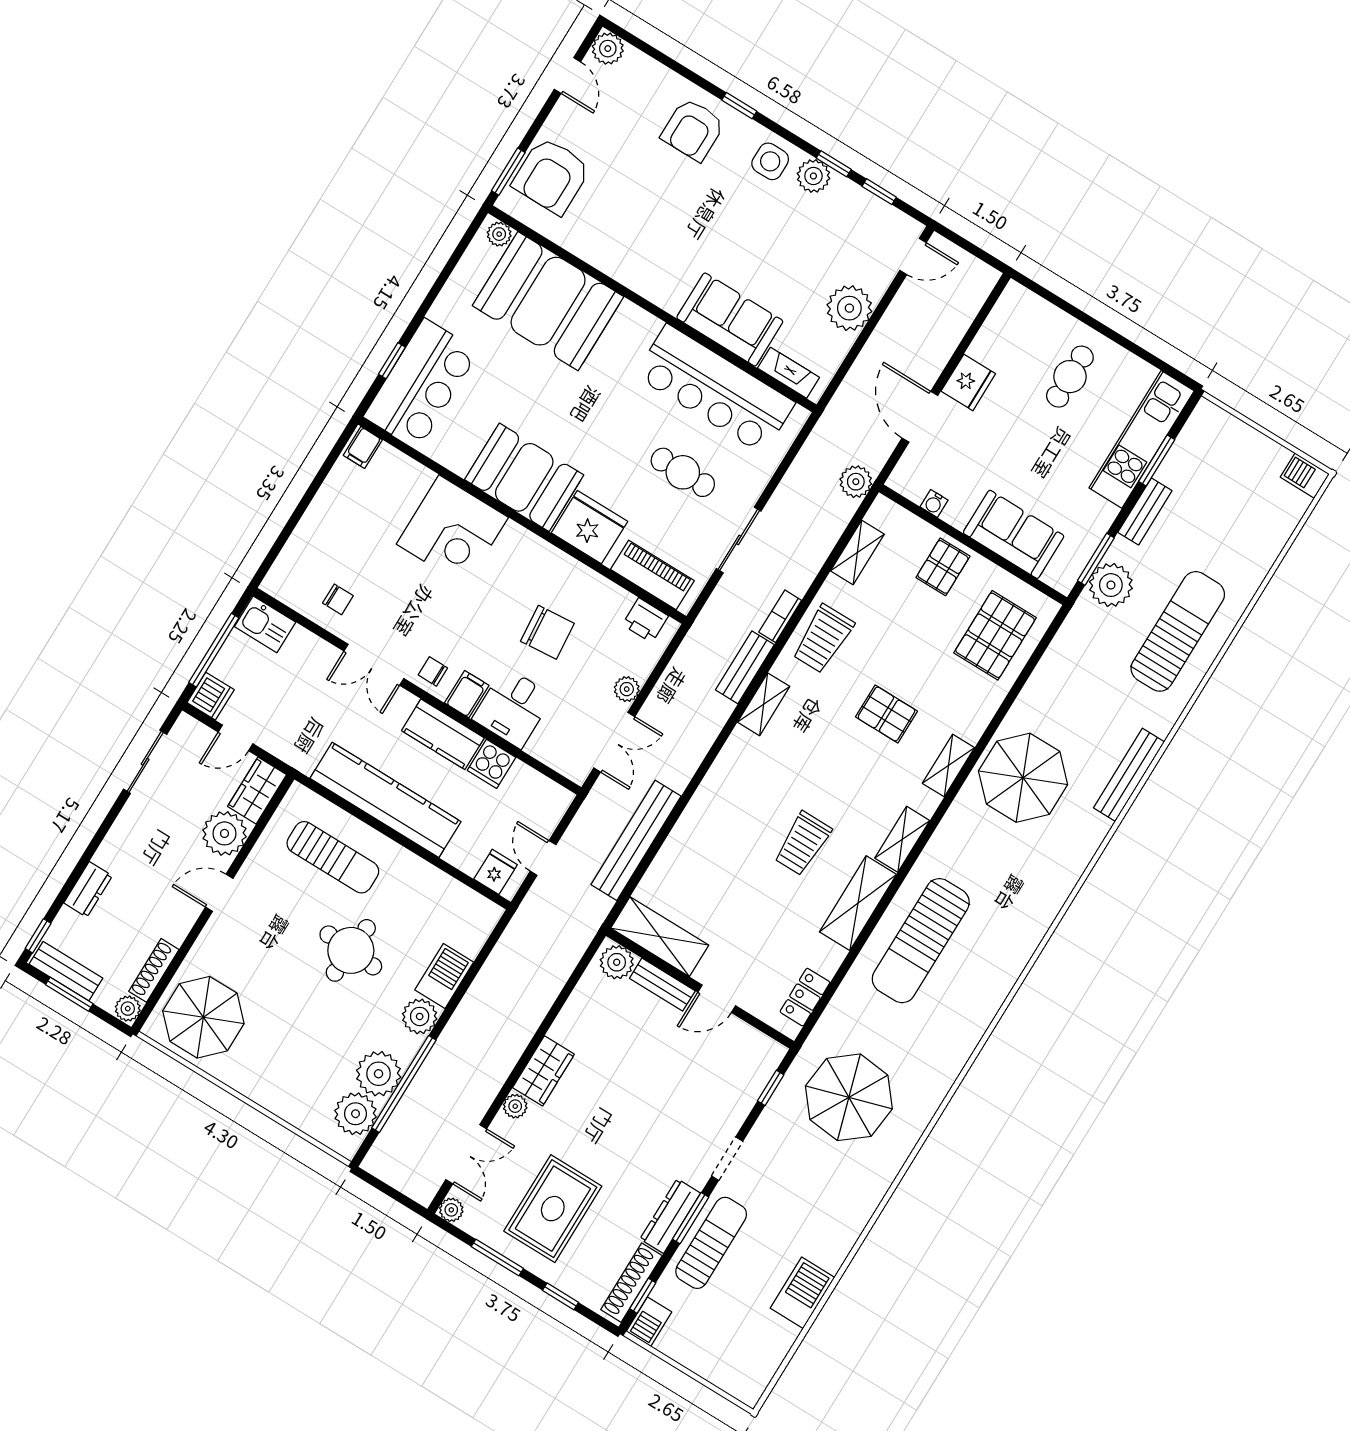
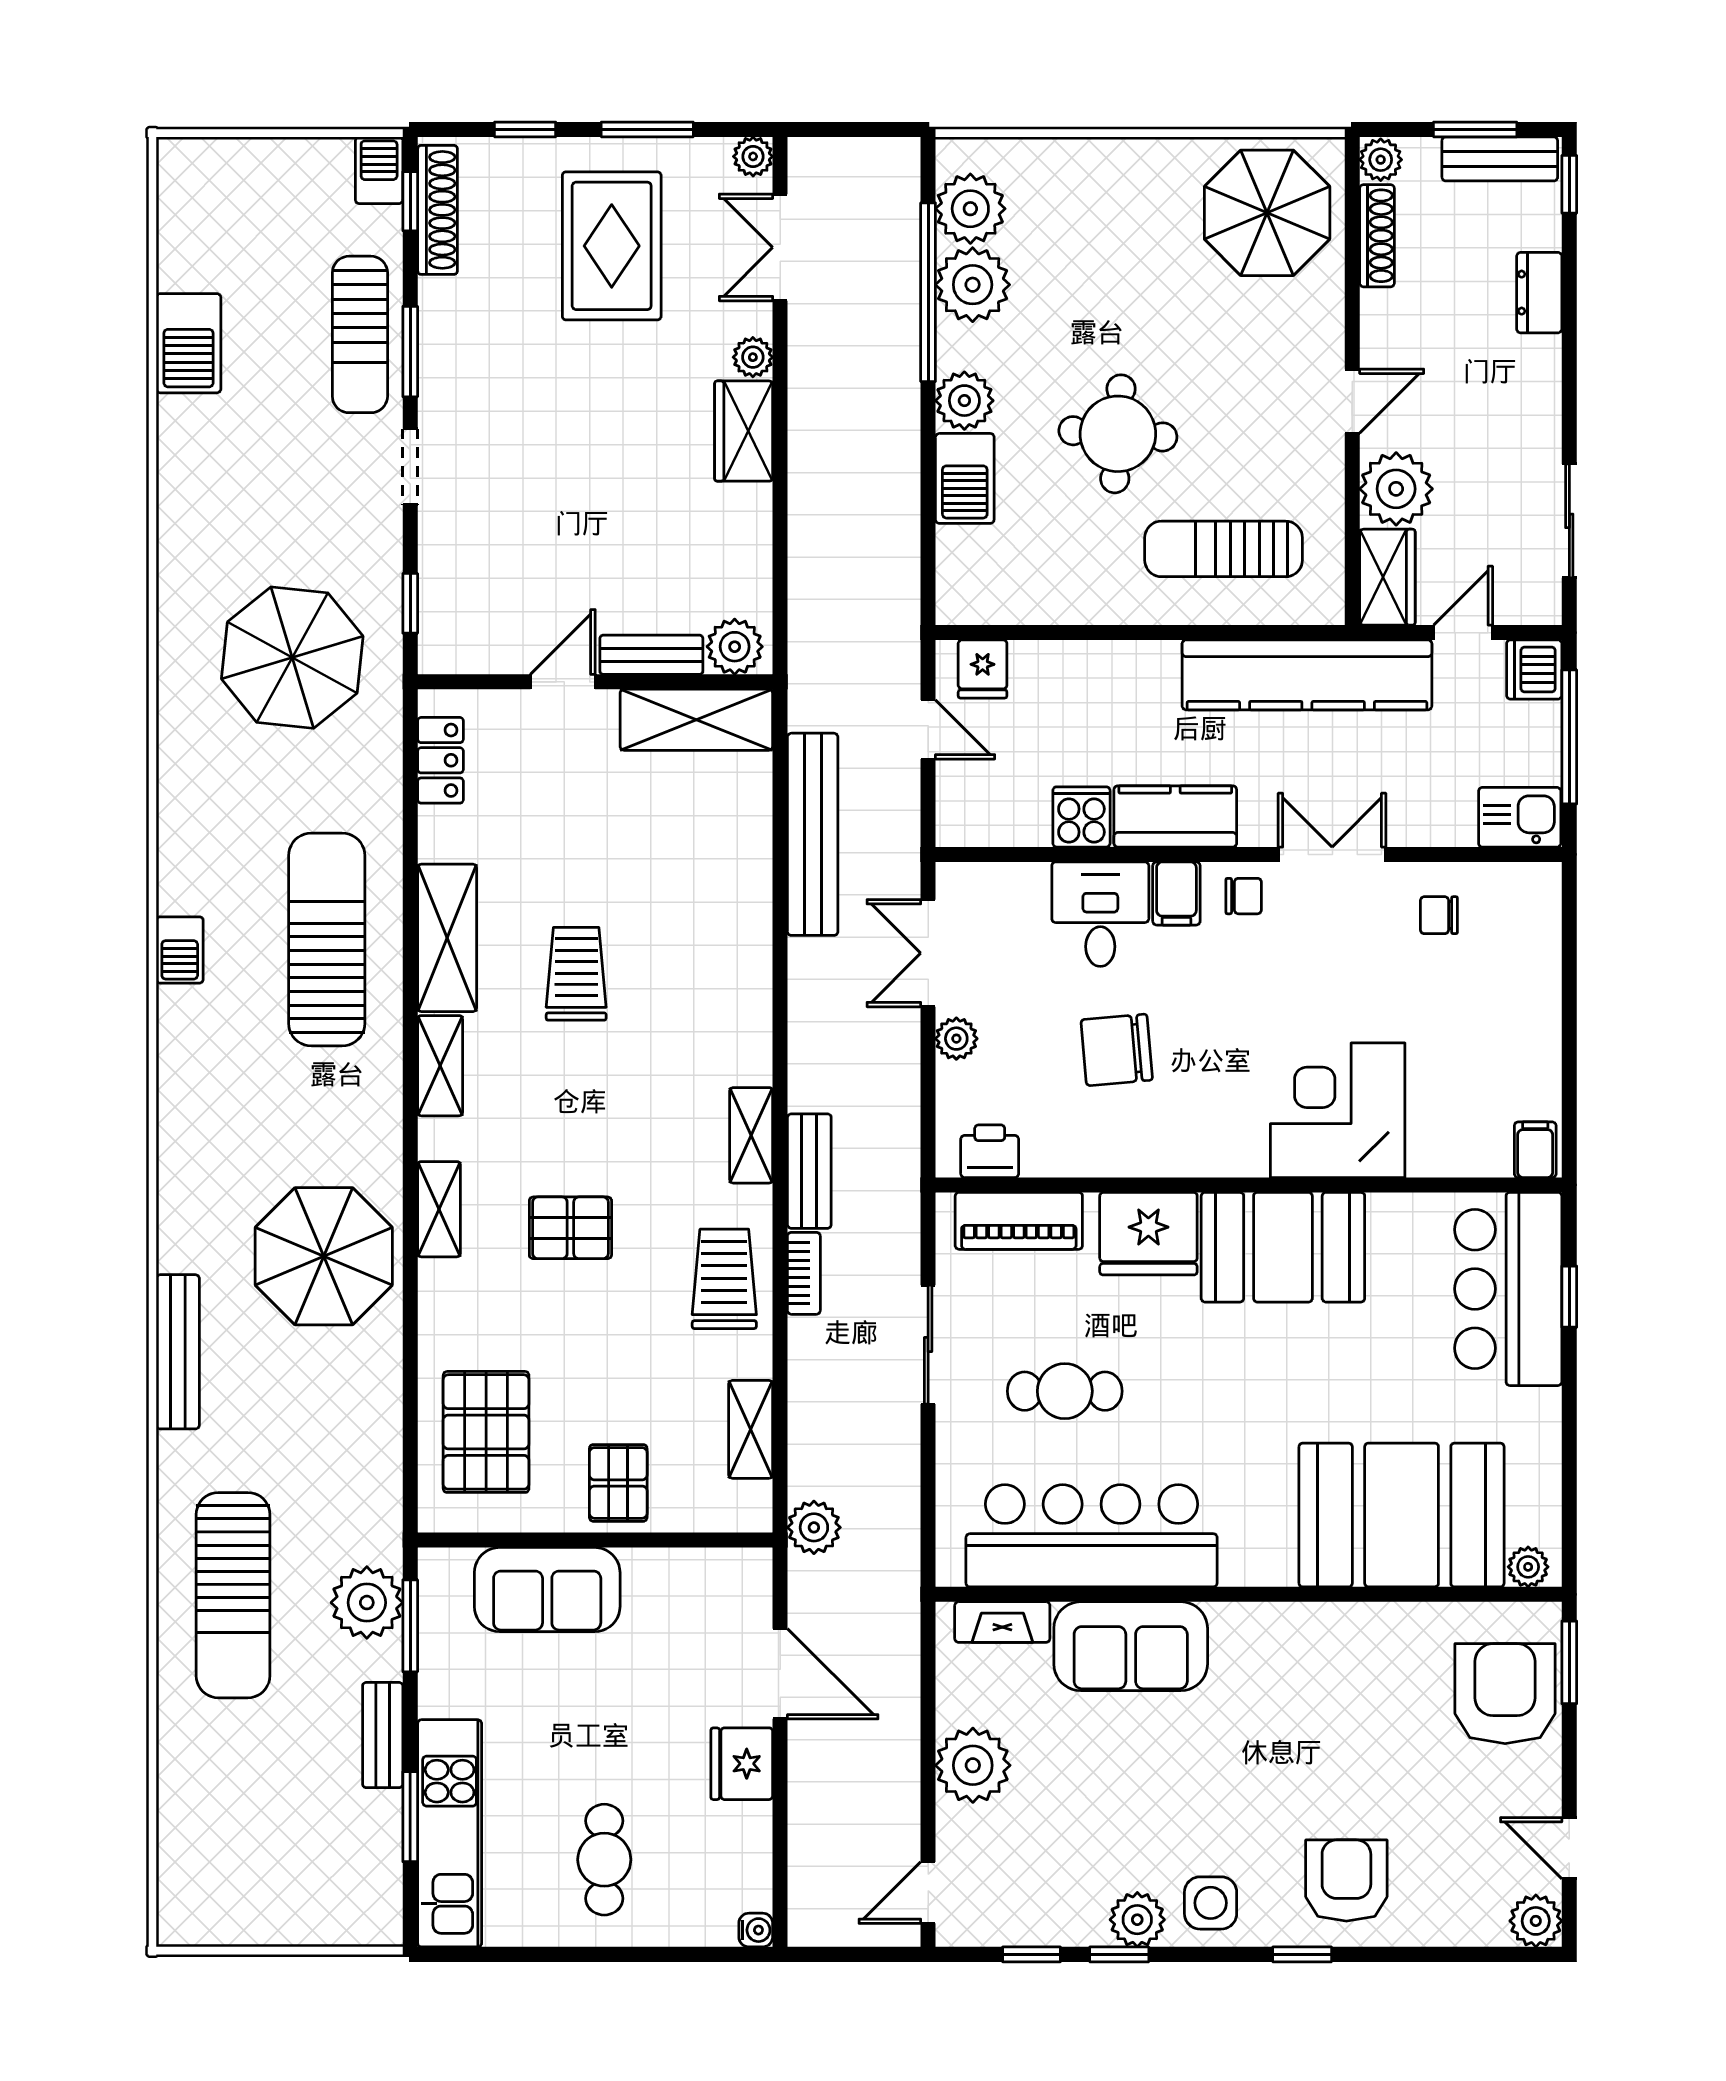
barbecue: (1305, 476) -> (180, 950), moved, turned 90
water cooler: (934, 503) -> (756, 1930), moved, turned 90
kitchen counter: (385, 800) -> (1307, 675), moved
dresser: (670, 1216) -> (440, 337), removed

